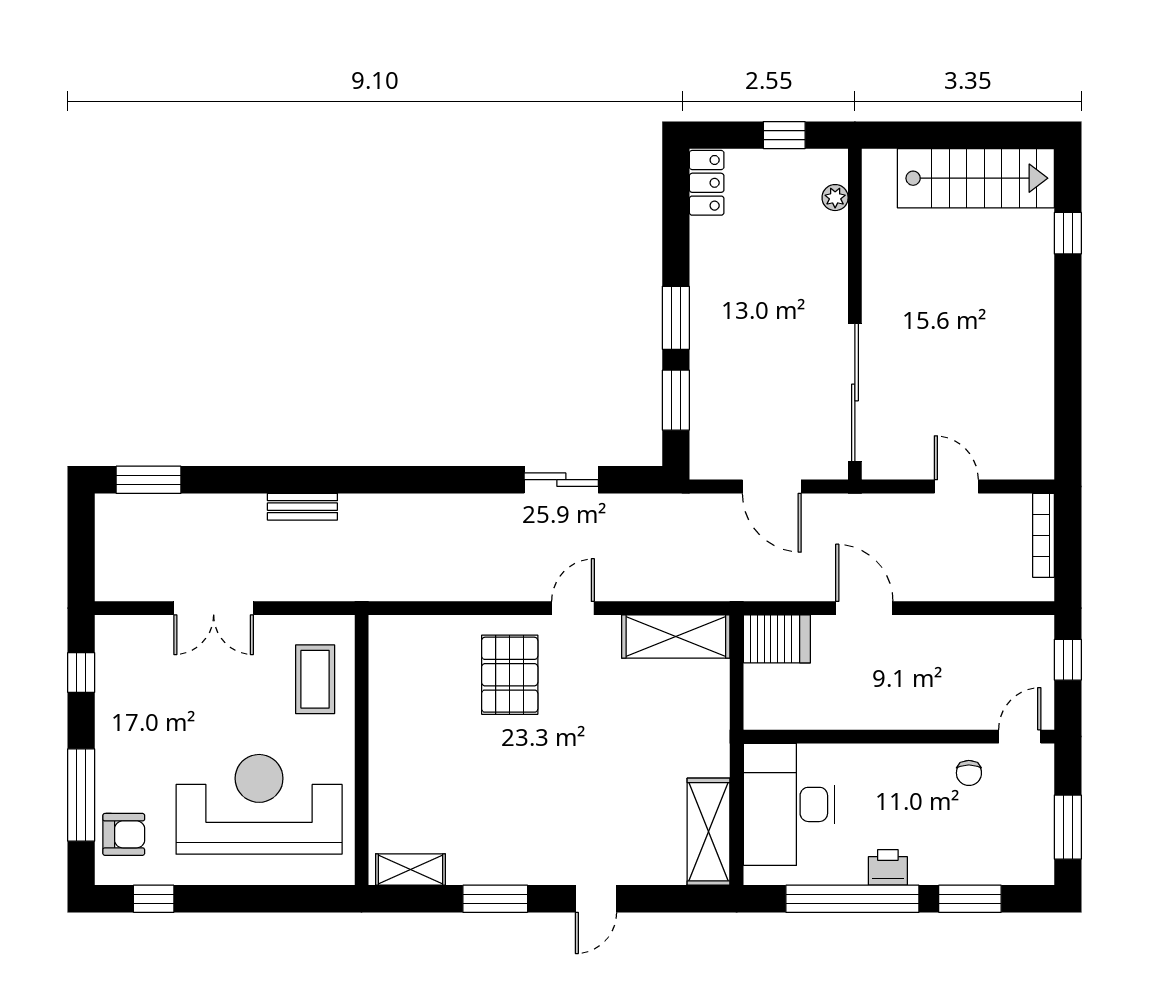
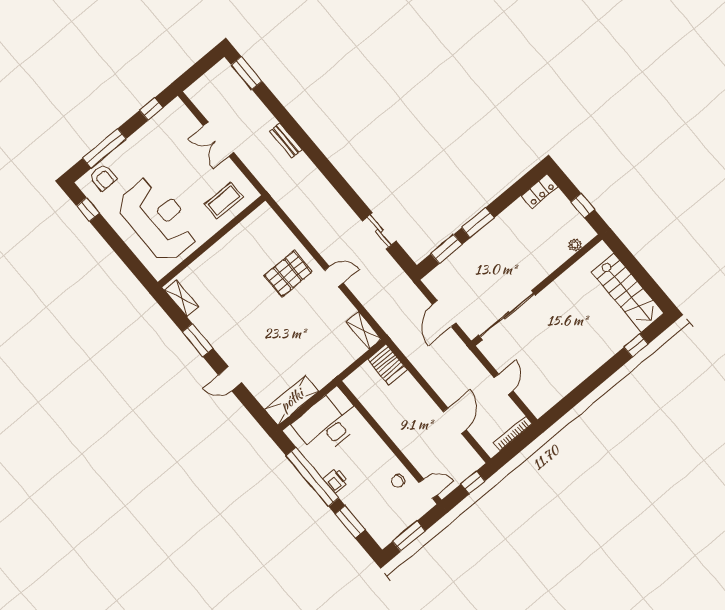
door: (864, 608) -> (455, 421), moved
shelving: (676, 637) -> (364, 330), width x0.67, depth x0.75

